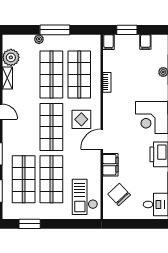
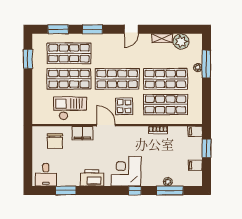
window: (55, 30) -> (206, 64), moved
chair: (119, 194) -> (55, 141), turned 133
checkout: (85, 197) -> (70, 108), moved

